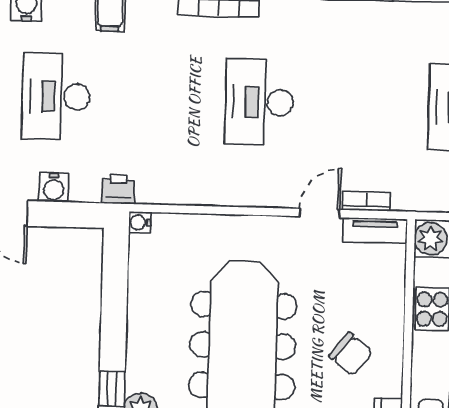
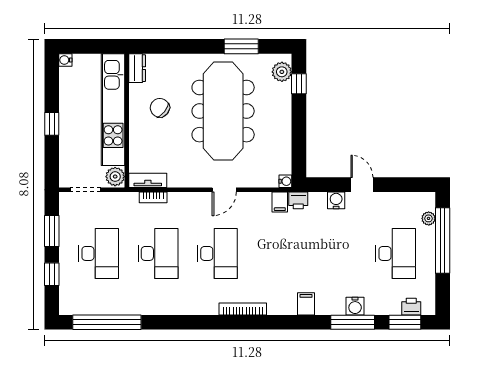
desk: (56, 96) -> (158, 253), moved
filing cabinet: (150, 187) -> (280, 202), added
door: (320, 213) -> (224, 190), moved

